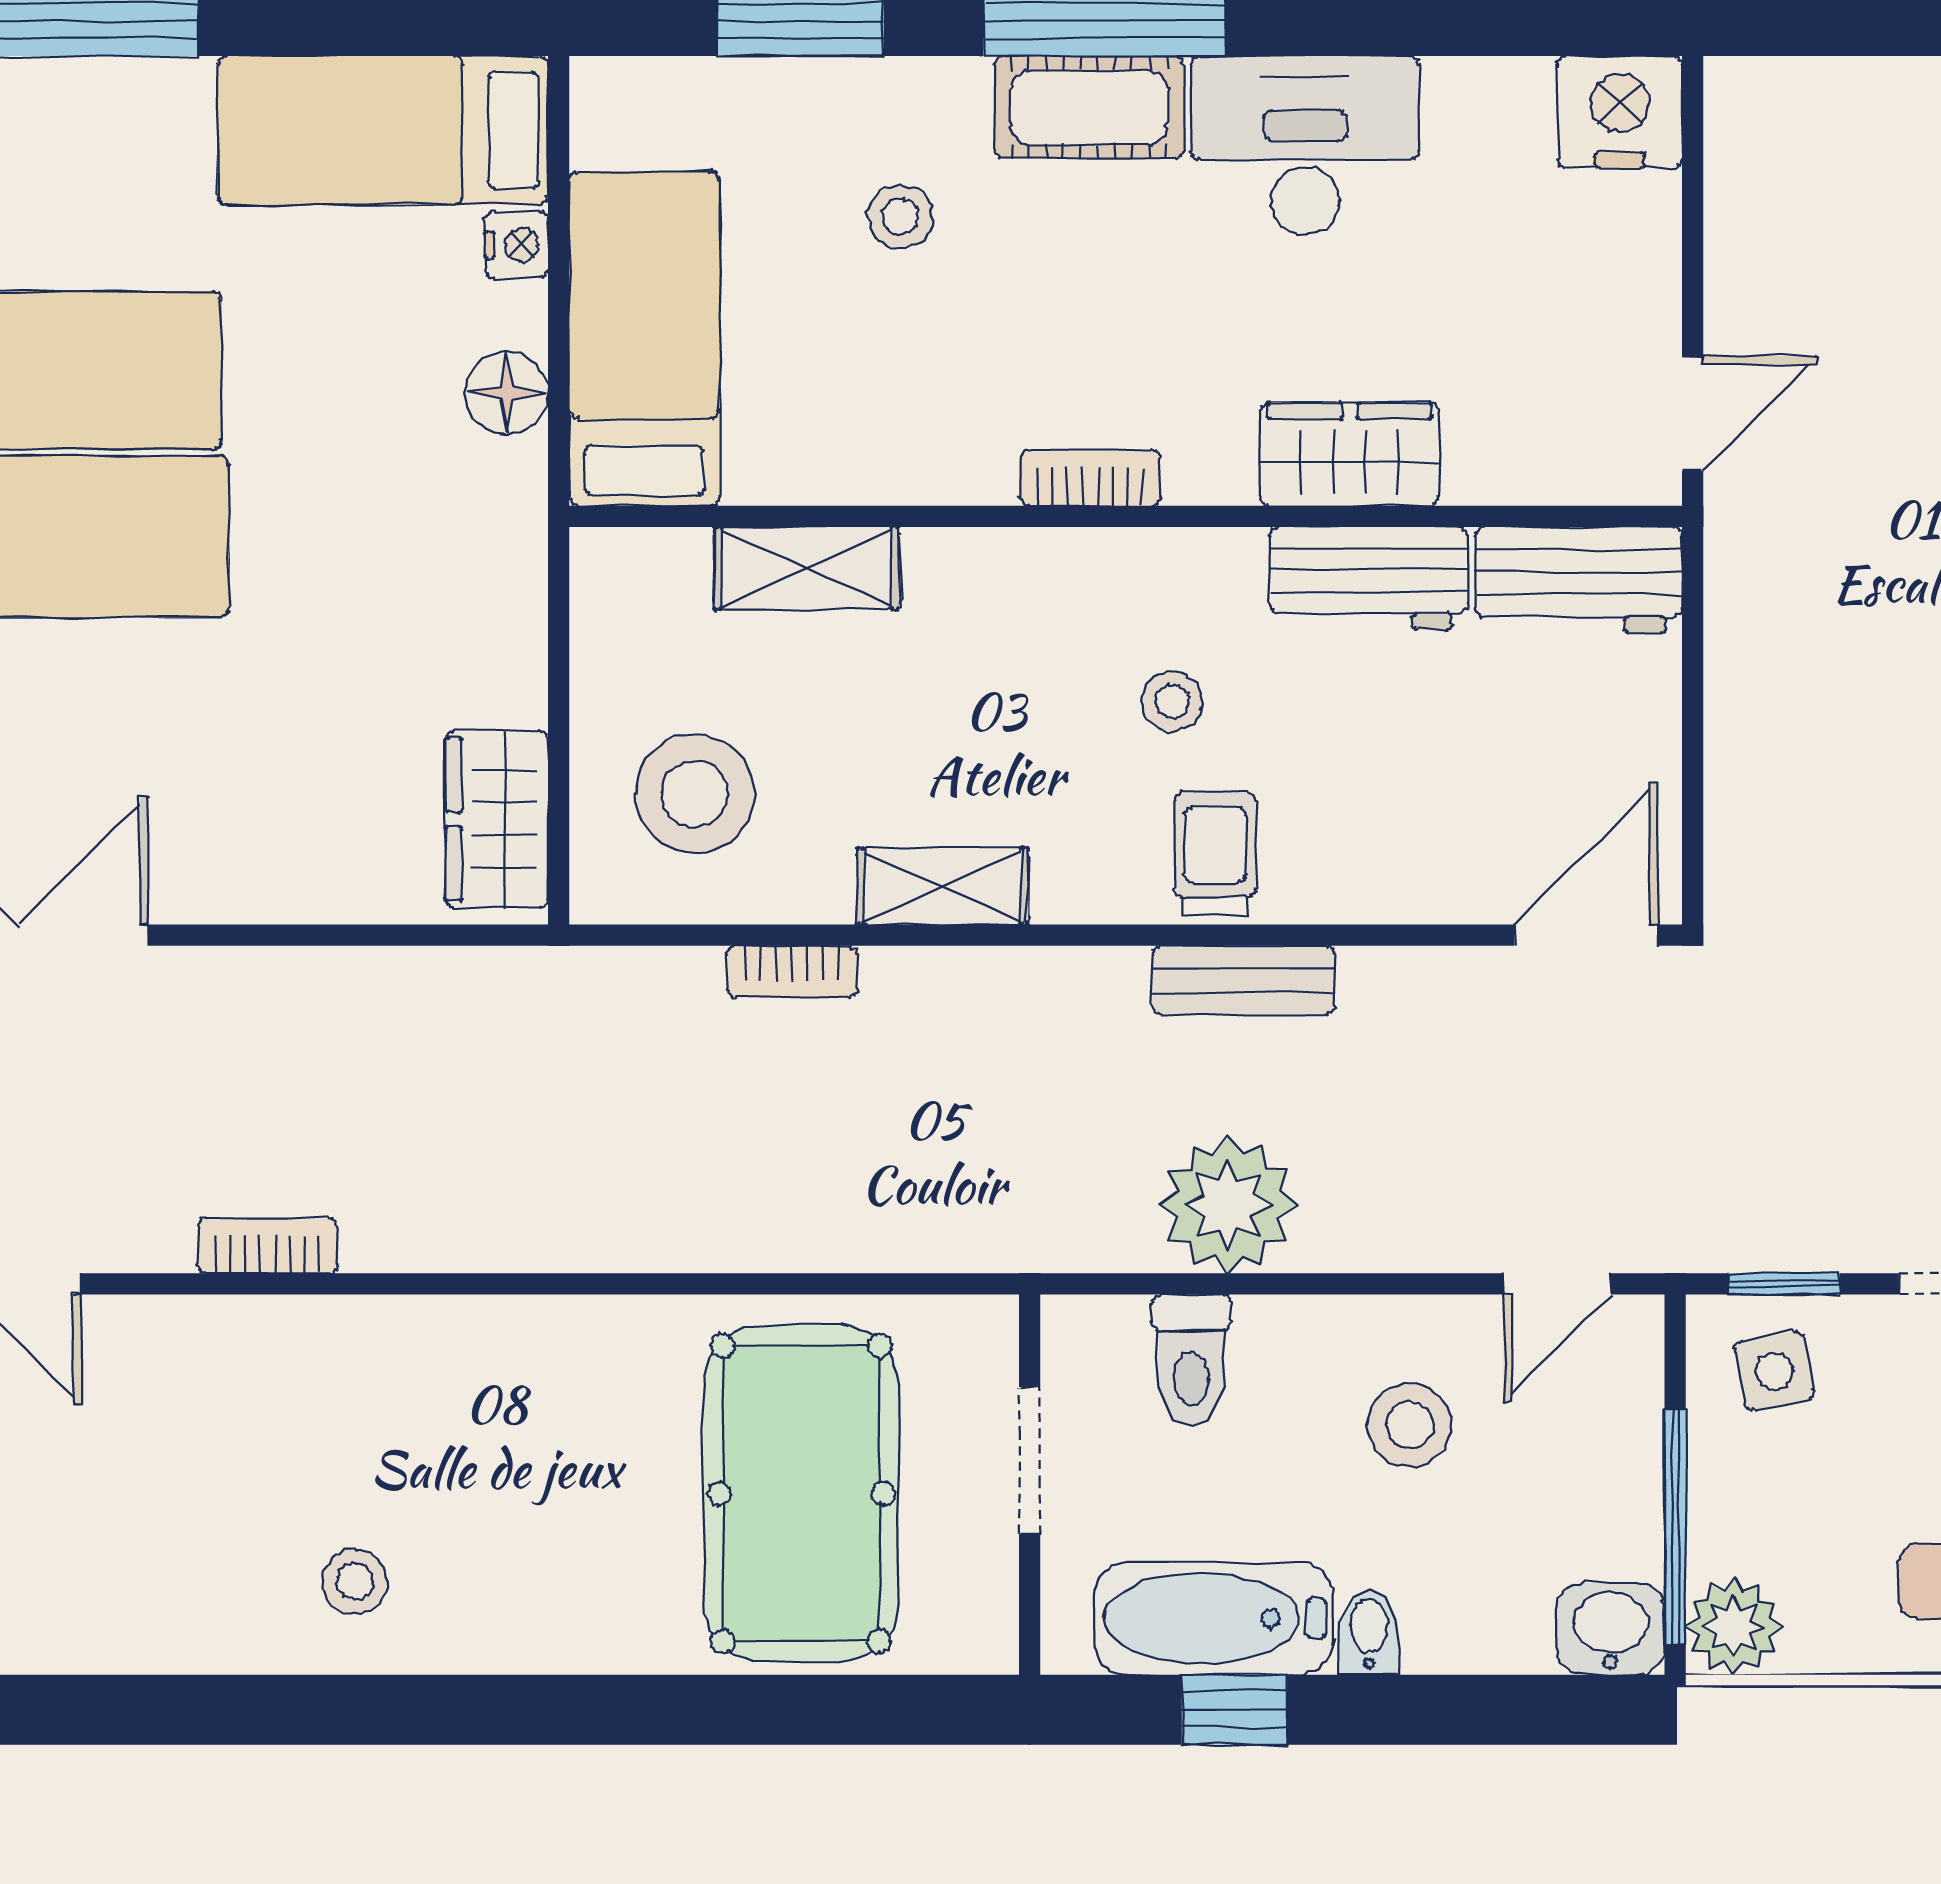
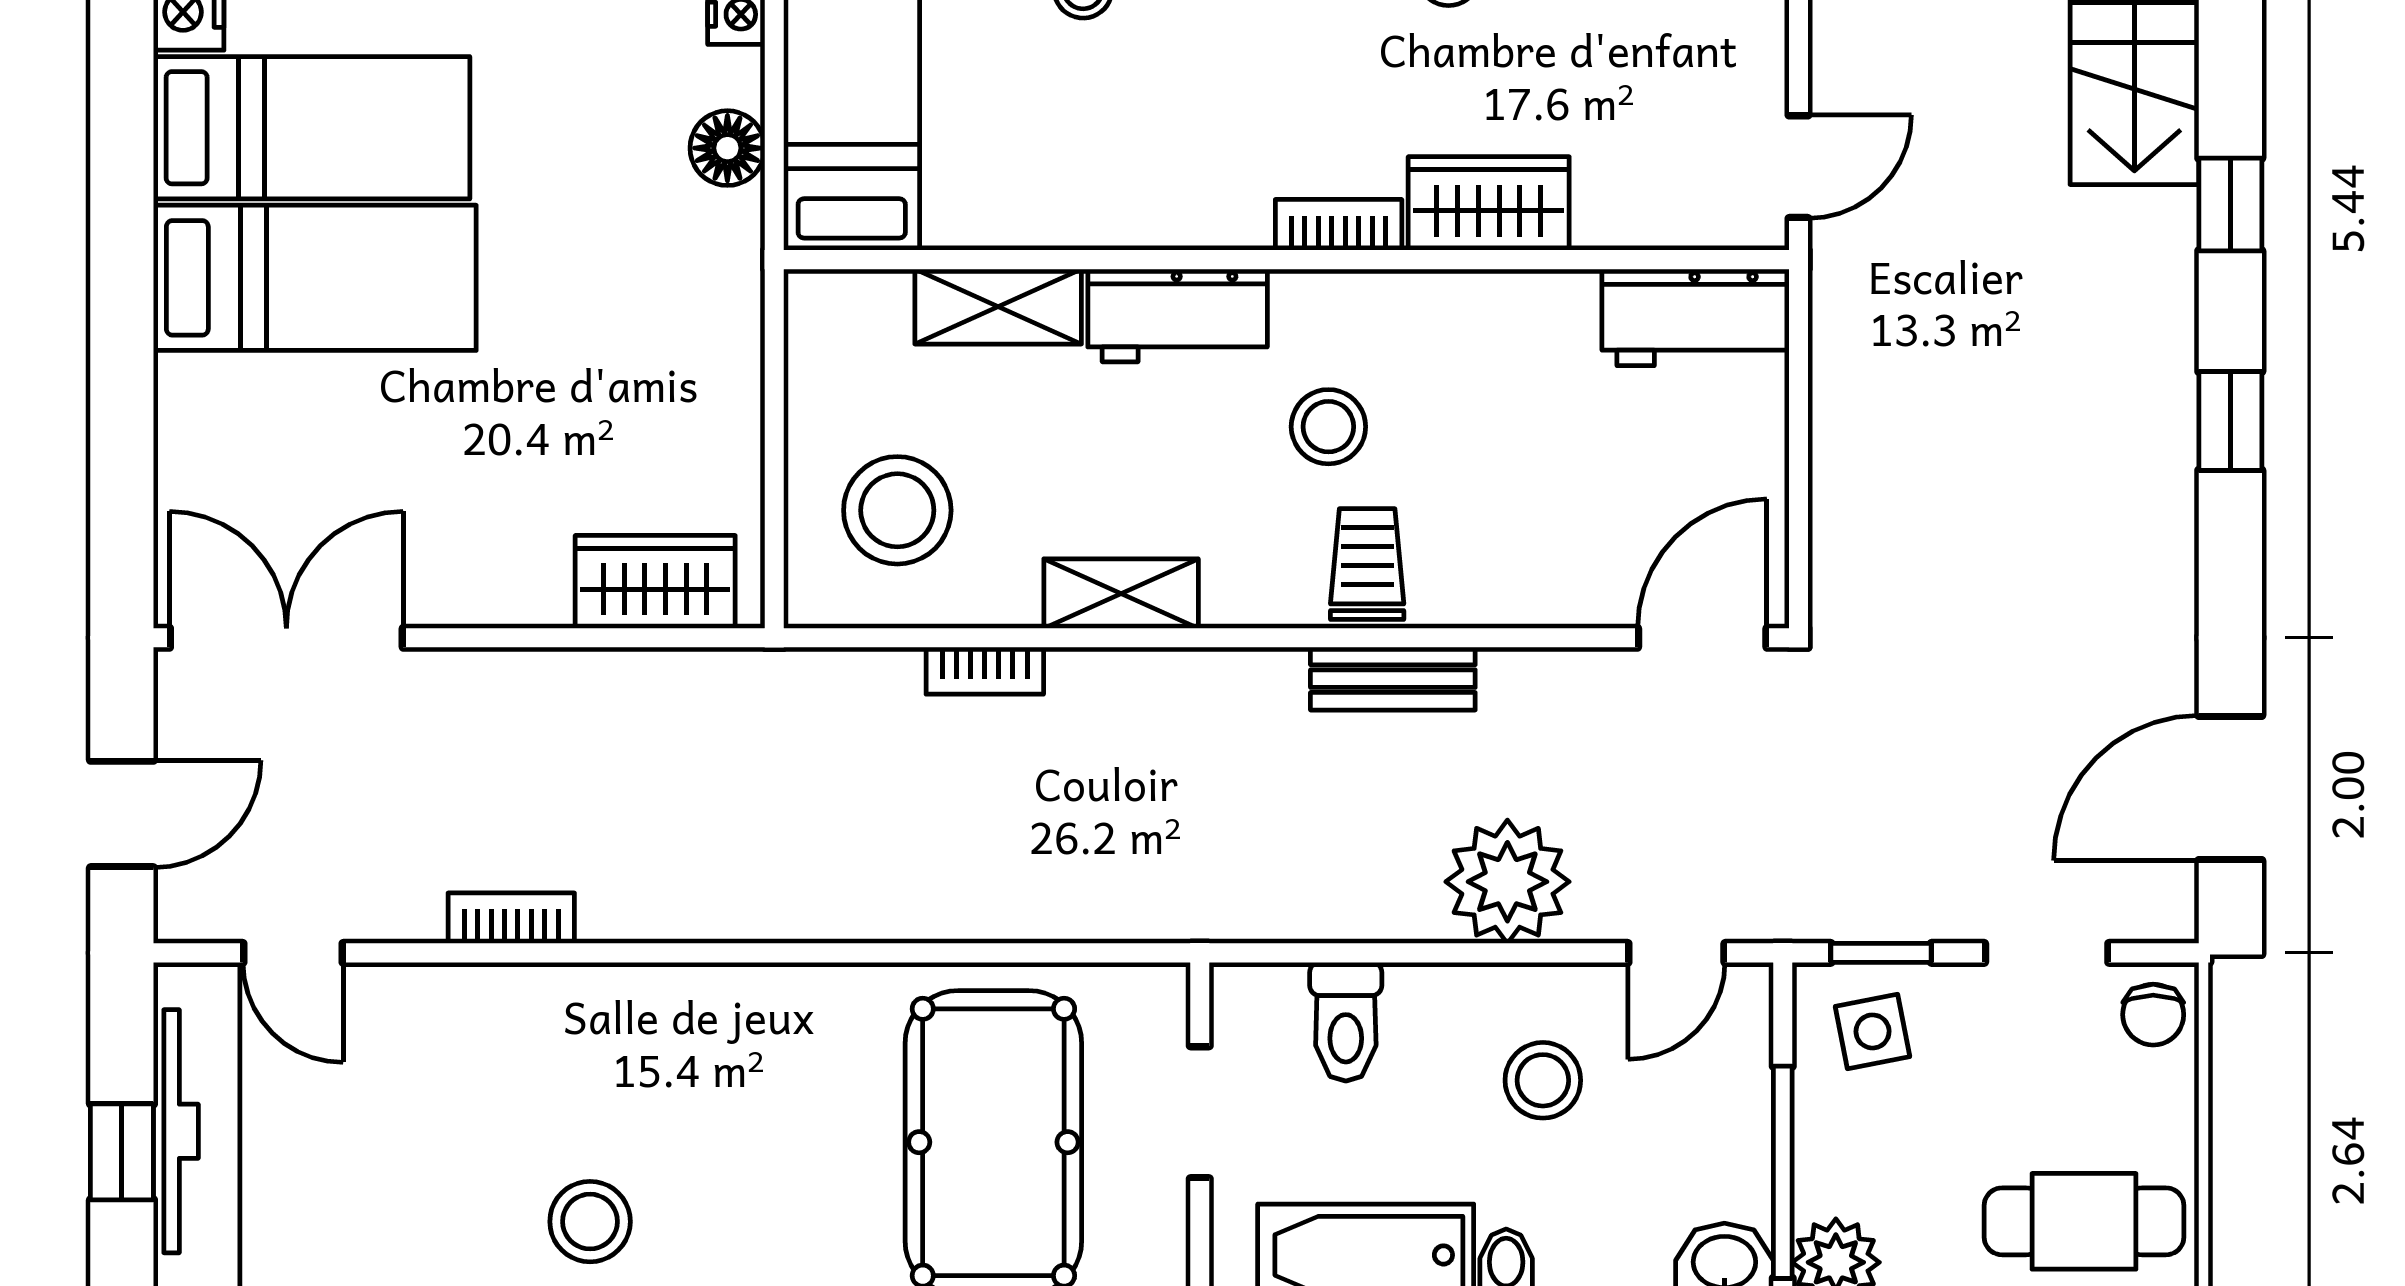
bookcase: (1090, 478) -> (1339, 225), moved
workbench: (1369, 578) -> (1178, 315), moved
stool: (1172, 701) -> (1328, 427), width x1.37, depth x1.37
wardrobe: (497, 819) -> (655, 582), moved, turned 90
plant: (1228, 1205) -> (1507, 882), moved
stool: (355, 1581) -> (590, 1222), width x1.37, depth x1.37

